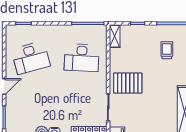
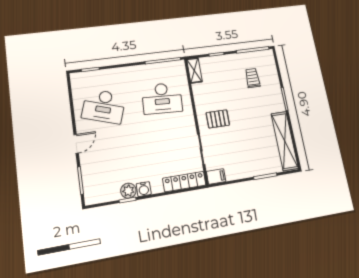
desk: (31, 58) -> (104, 106), turned 33
pallet: (128, 83) -> (218, 119), width x0.67, depth x0.71

